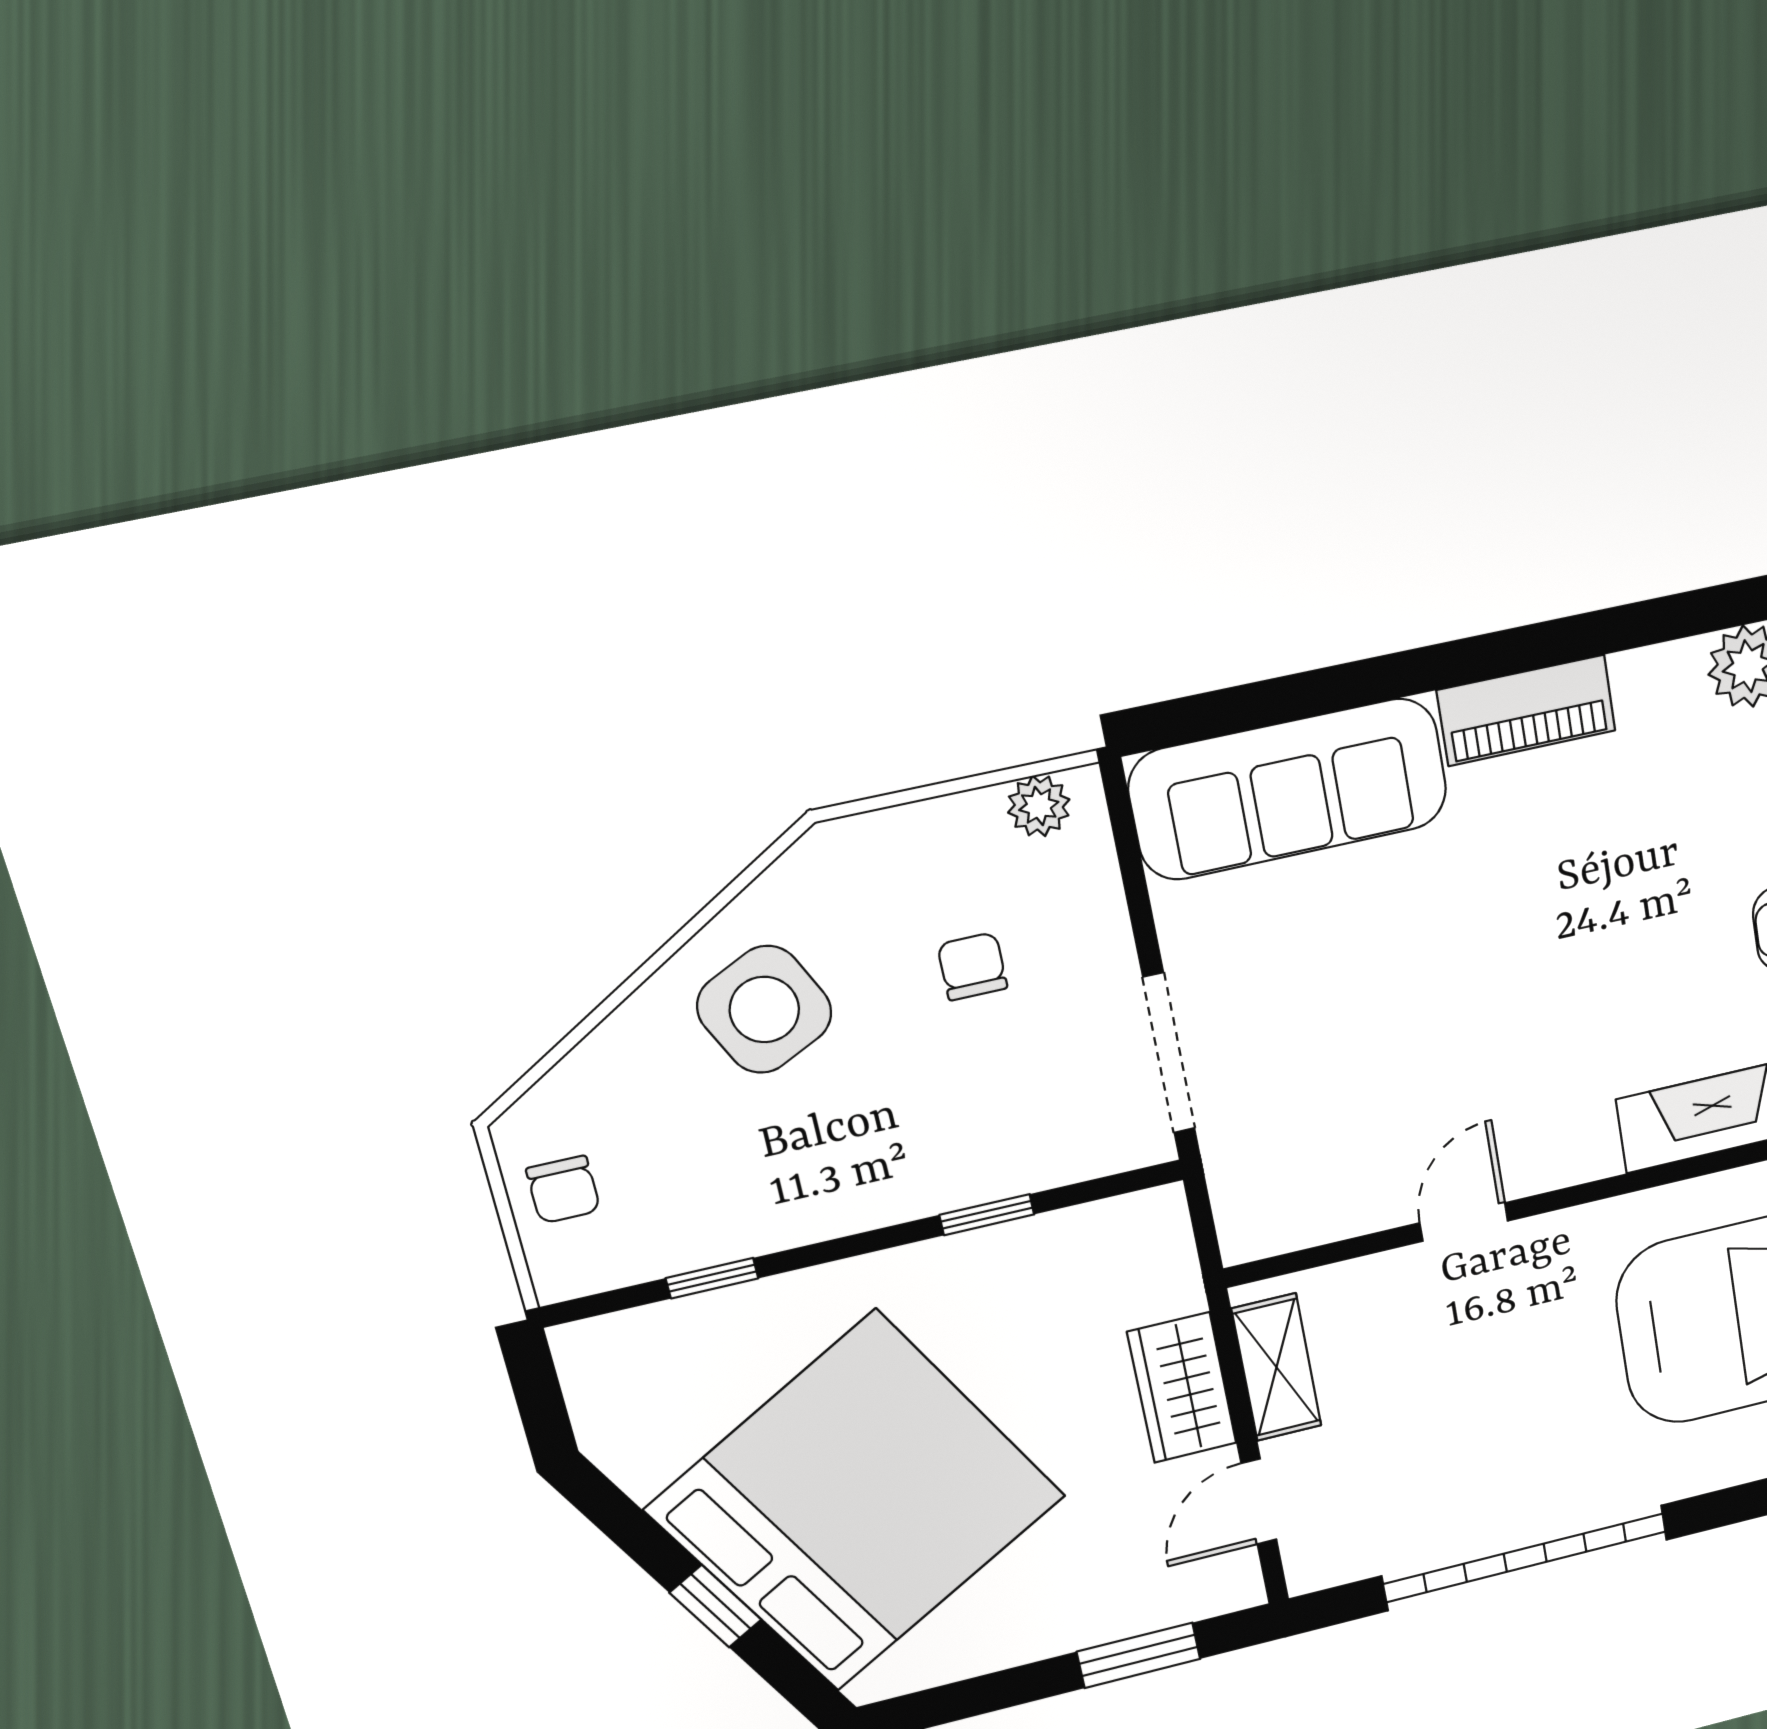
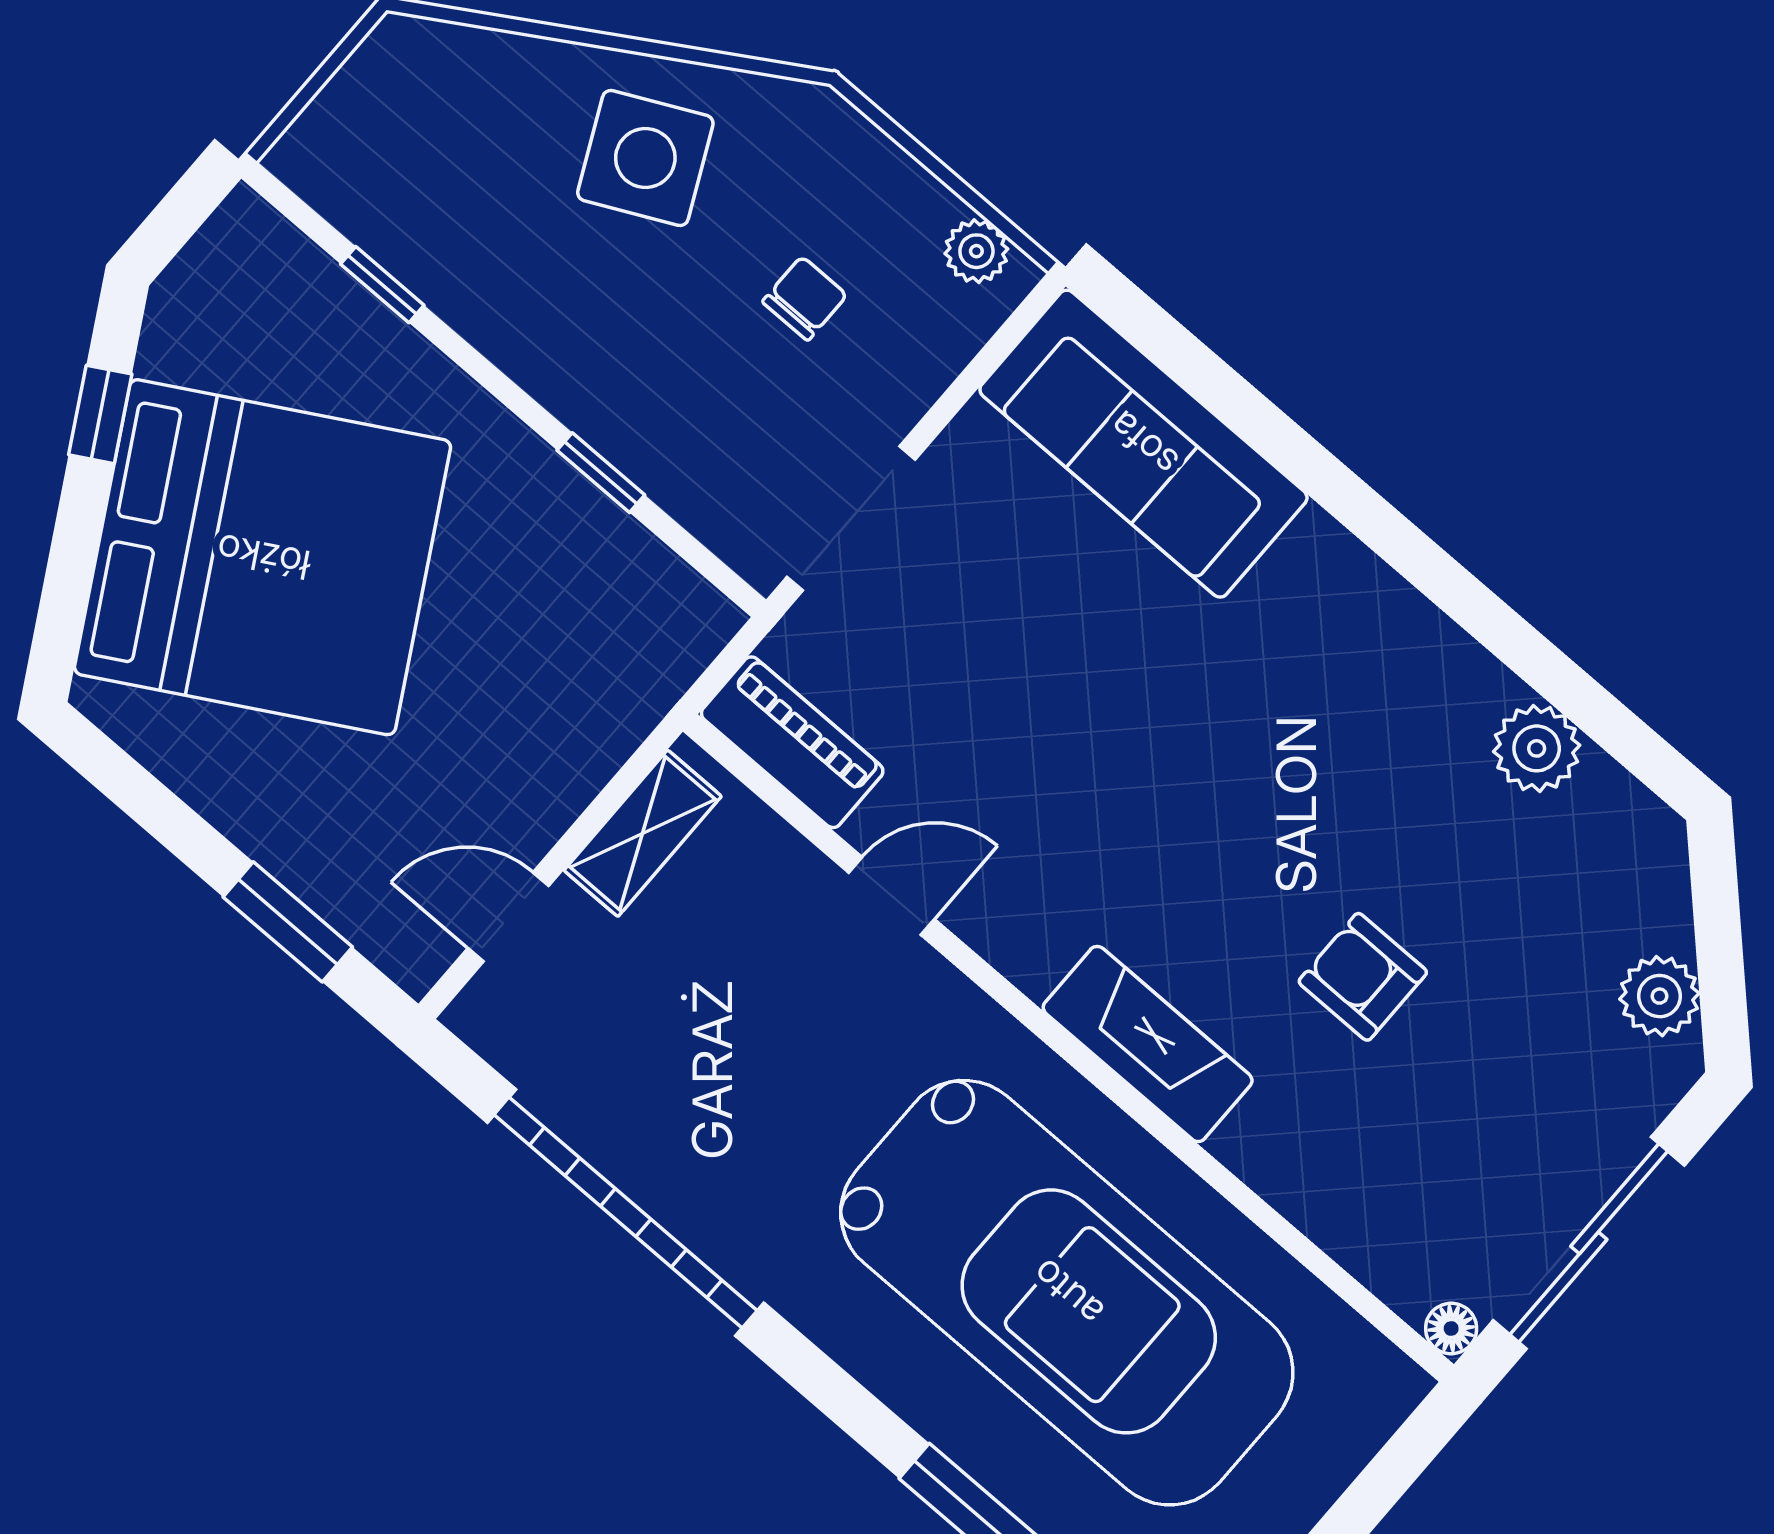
piano: (1526, 710) -> (792, 742), moved, turned 180
chair: (563, 1190) -> (375, 108), removed
wardrobe: (1182, 1388) -> (565, 763), removed
window: (715, 1606) -> (100, 414), moved

